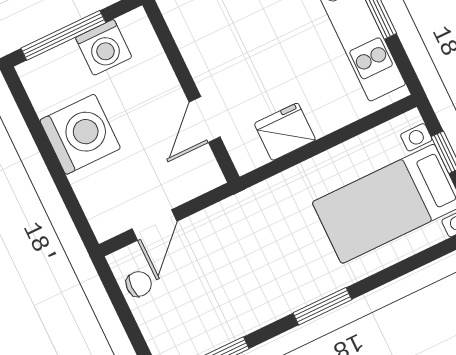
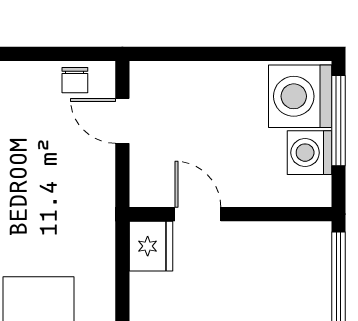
fridge: (285, 132) -> (151, 246), moved
washing machine: (80, 134) -> (300, 96), moved, turned 90

